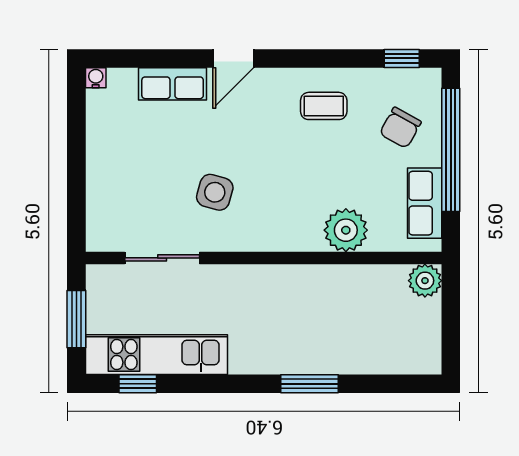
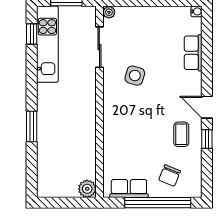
door: (233, 58) -> (207, 107), moved
window: (402, 58) -> (207, 139), moved
chair: (400, 128) -> (170, 176), turned -97
plant: (346, 230) -> (109, 12), moved, width x0.53, depth x0.53

